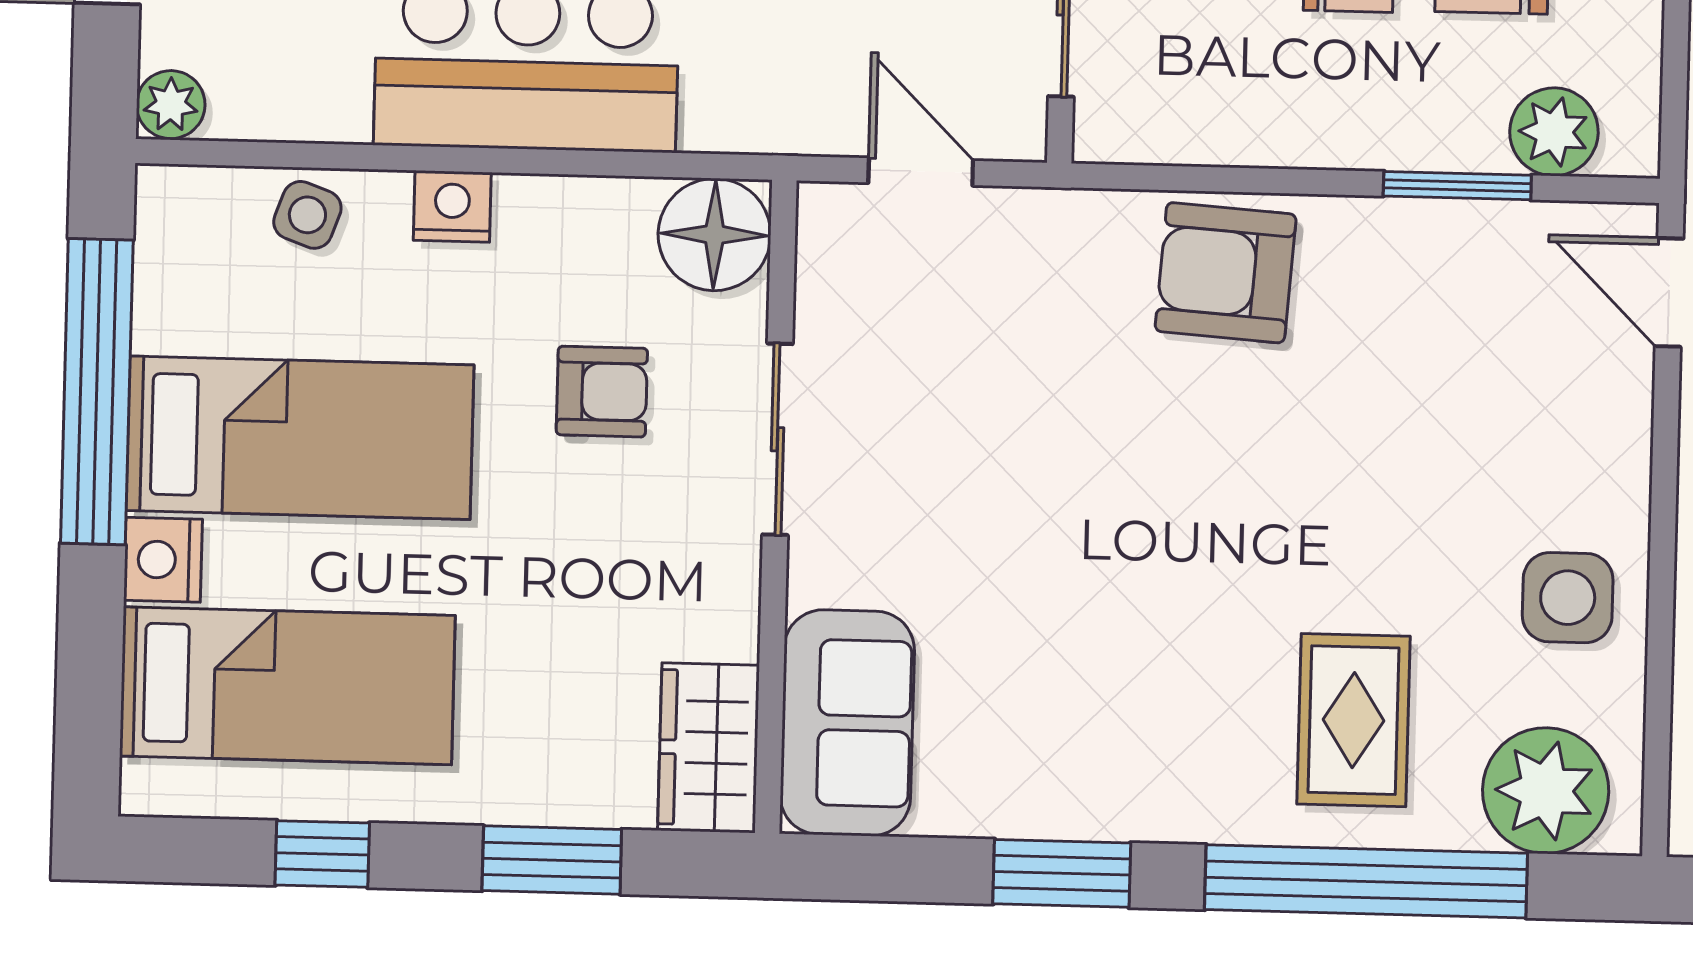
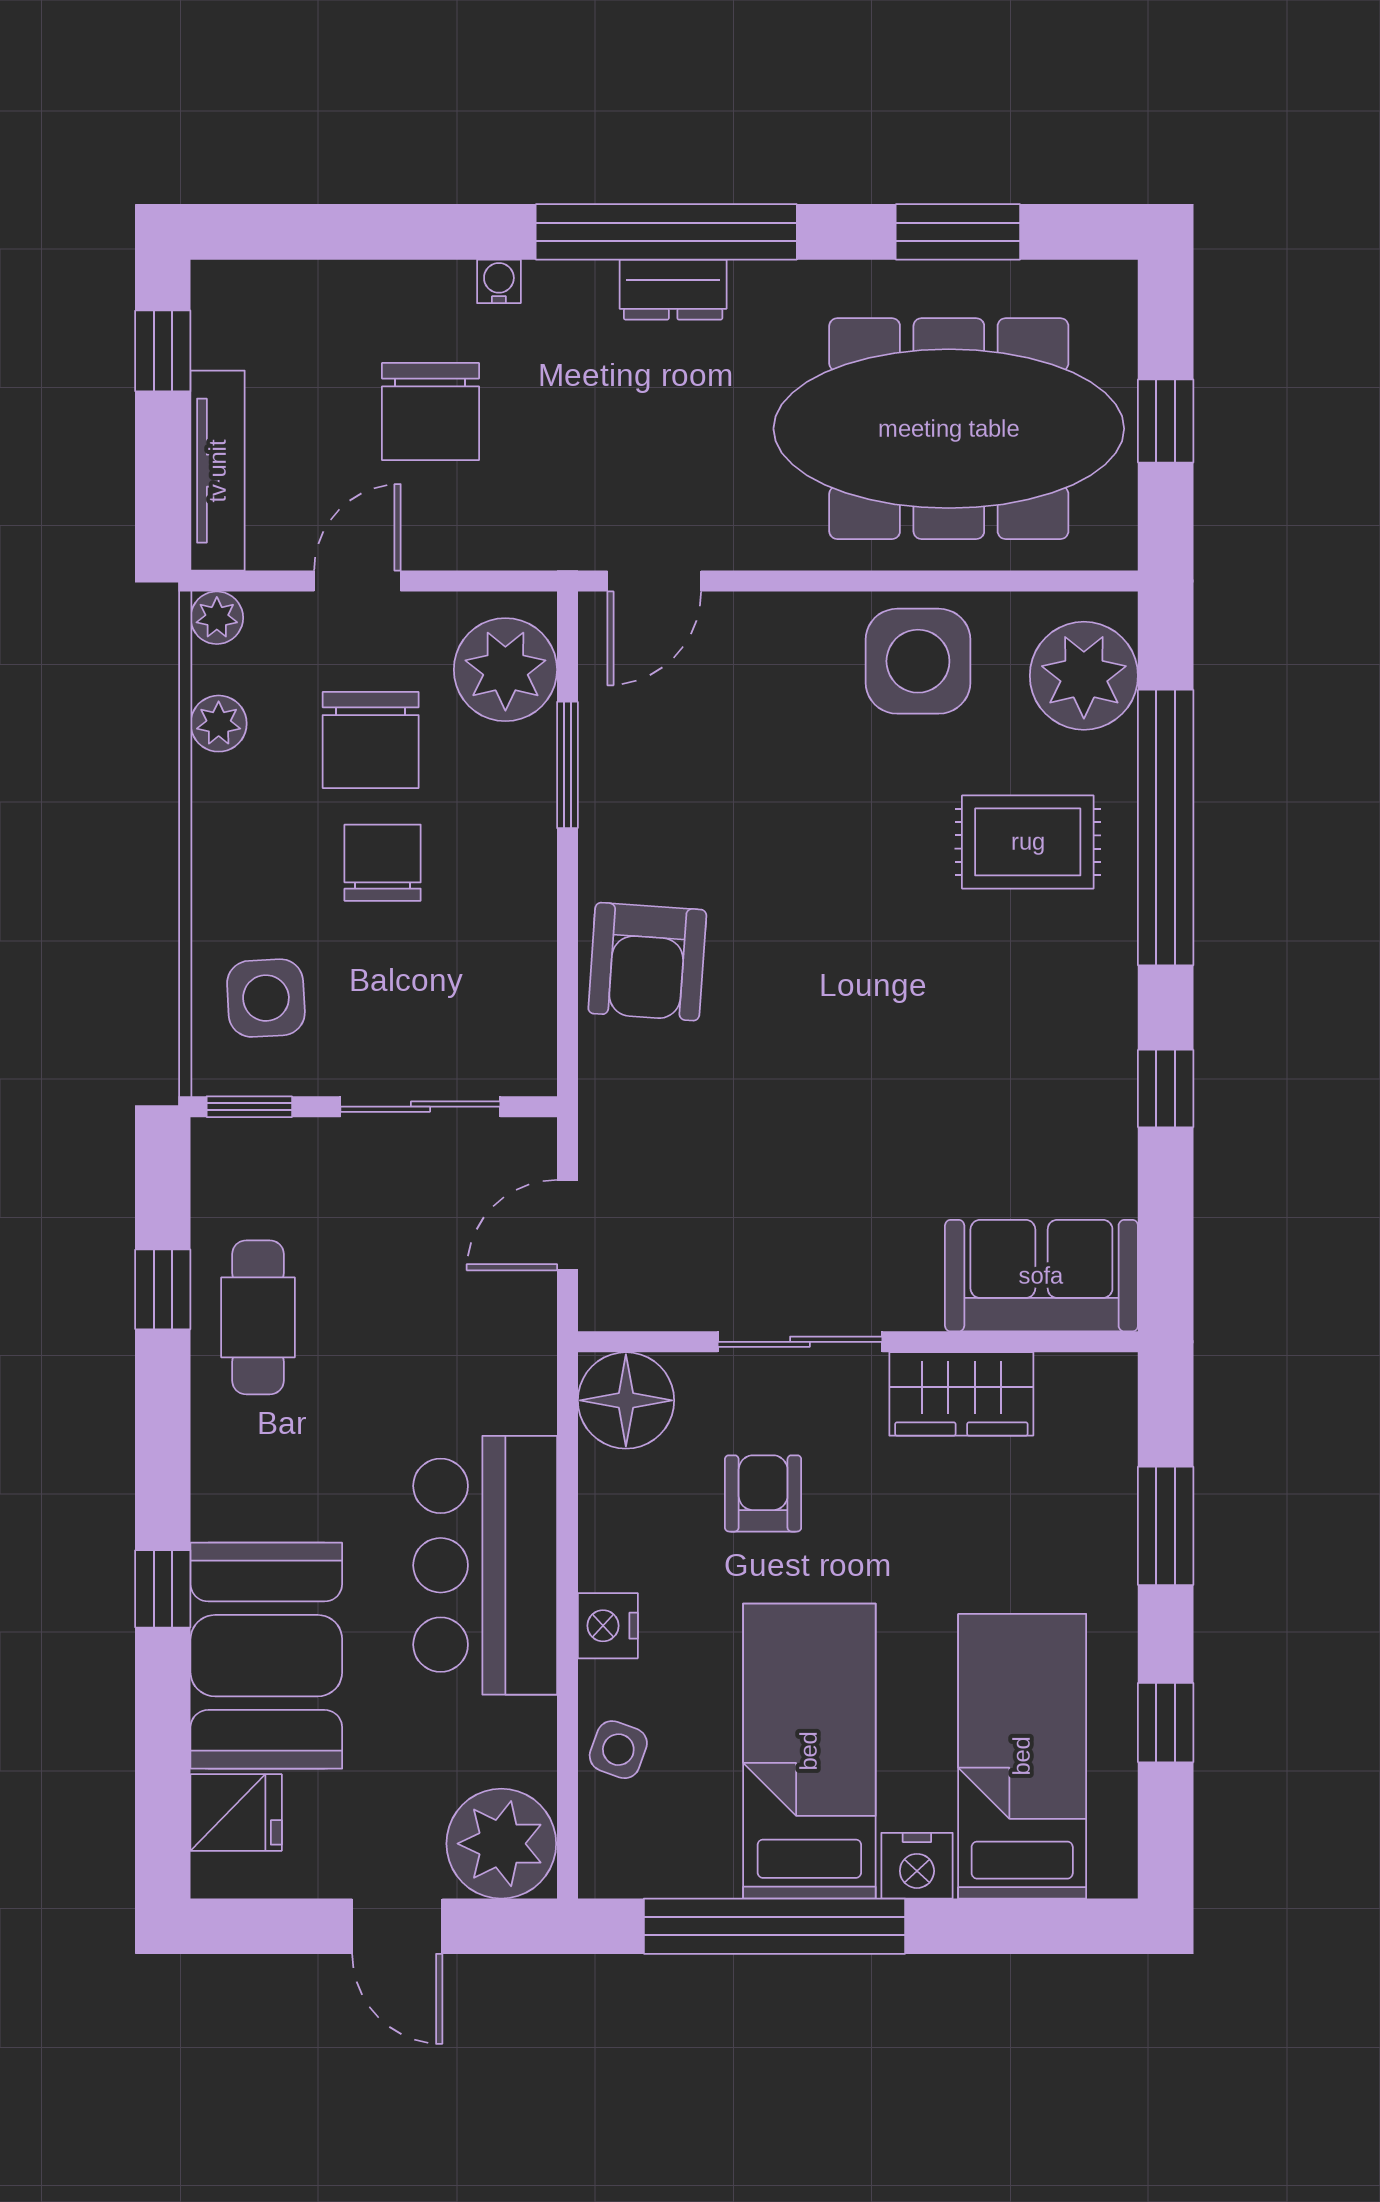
plant: (171, 105) -> (501, 1844), width x1.87, depth x1.87
plant: (1554, 132) -> (505, 670), width x1.36, depth x1.36
side table: (1568, 598) -> (918, 661), width x1.37, depth x1.37
wardrobe: (709, 748) -> (961, 1394), moved
window: (1062, 873) -> (1166, 1089), width x0.67

